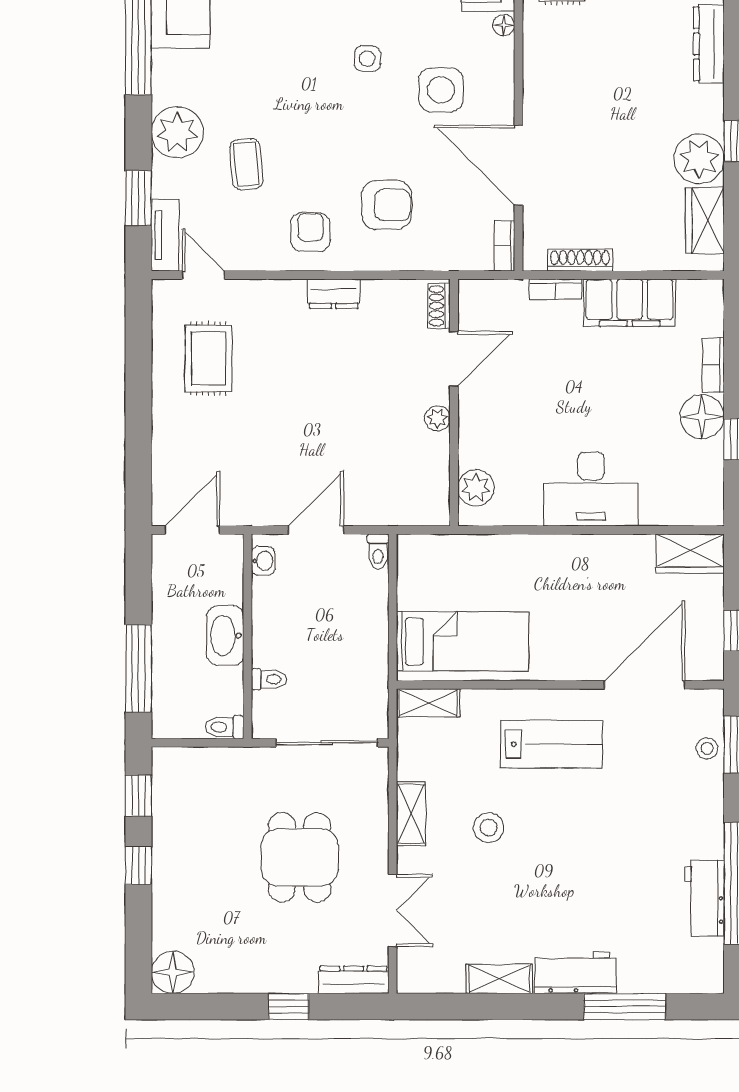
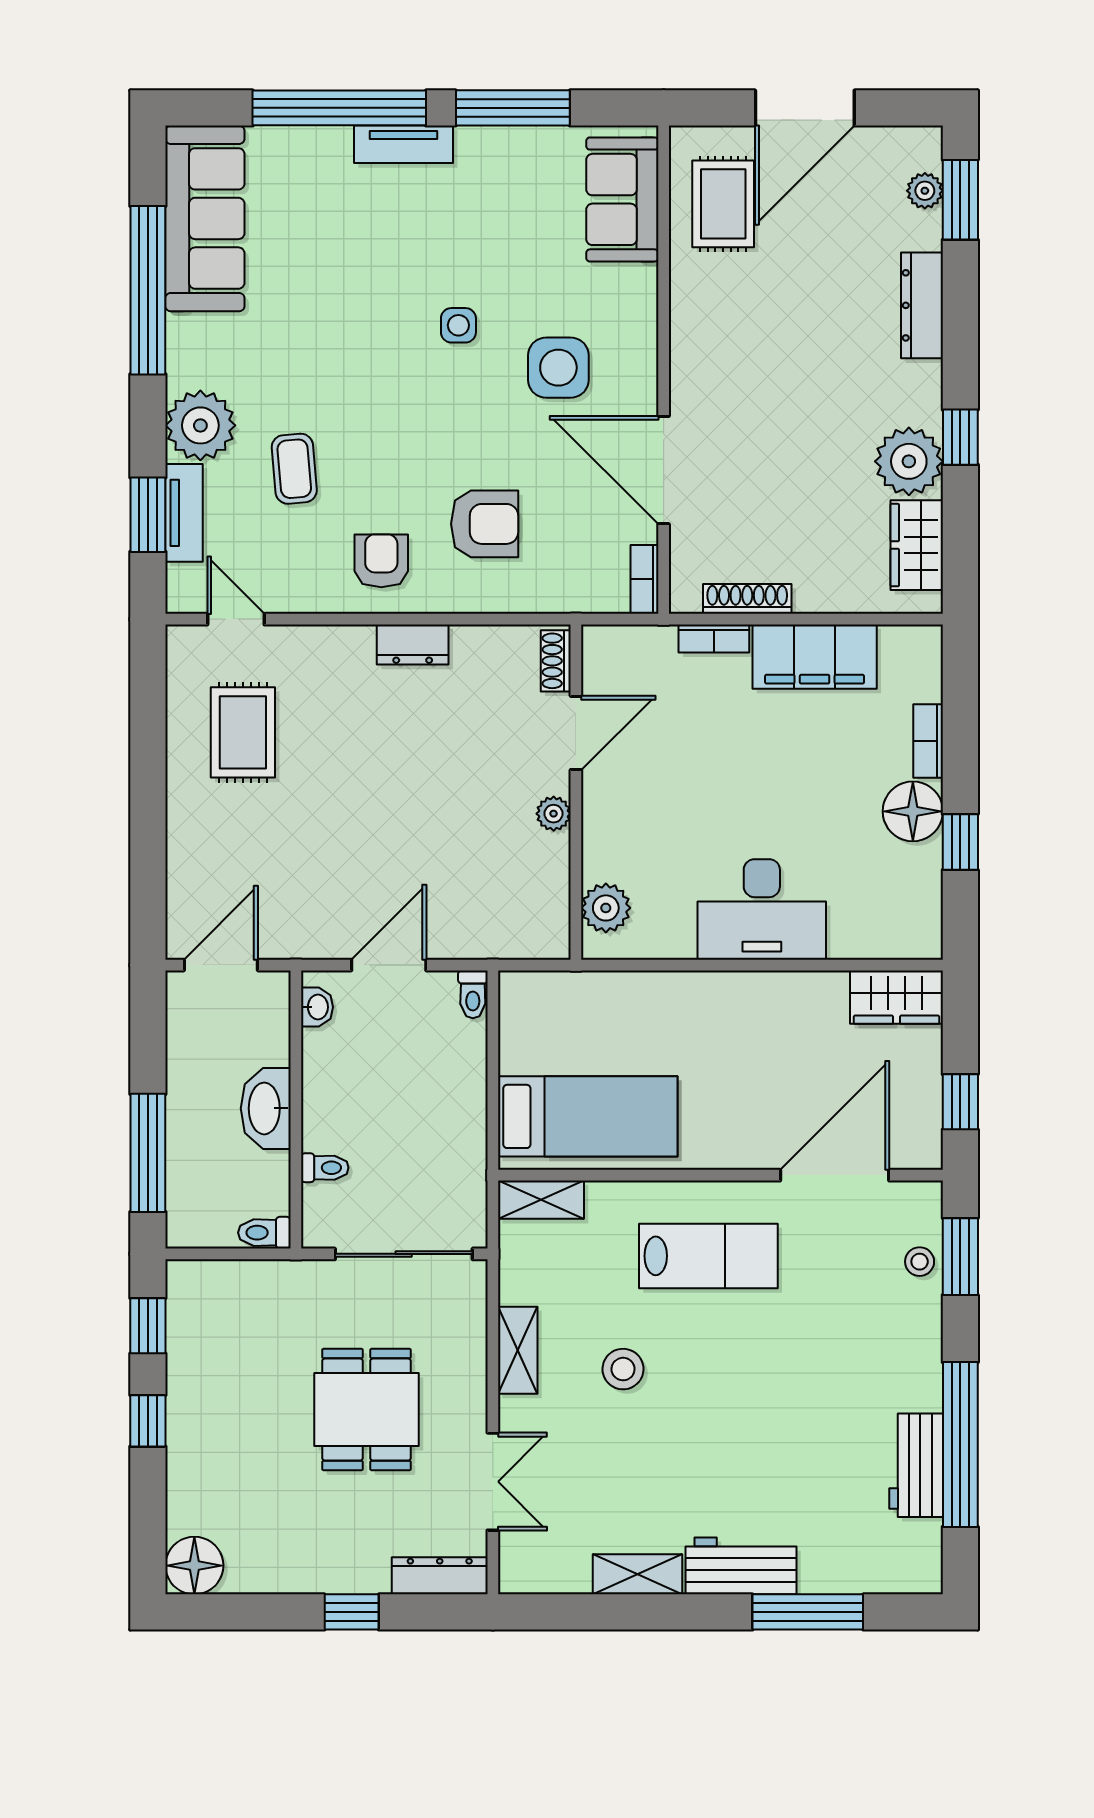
floor lamp: (504, 25) -> (644, 280), removed
tv unit: (165, 235) -> (184, 513), moved

